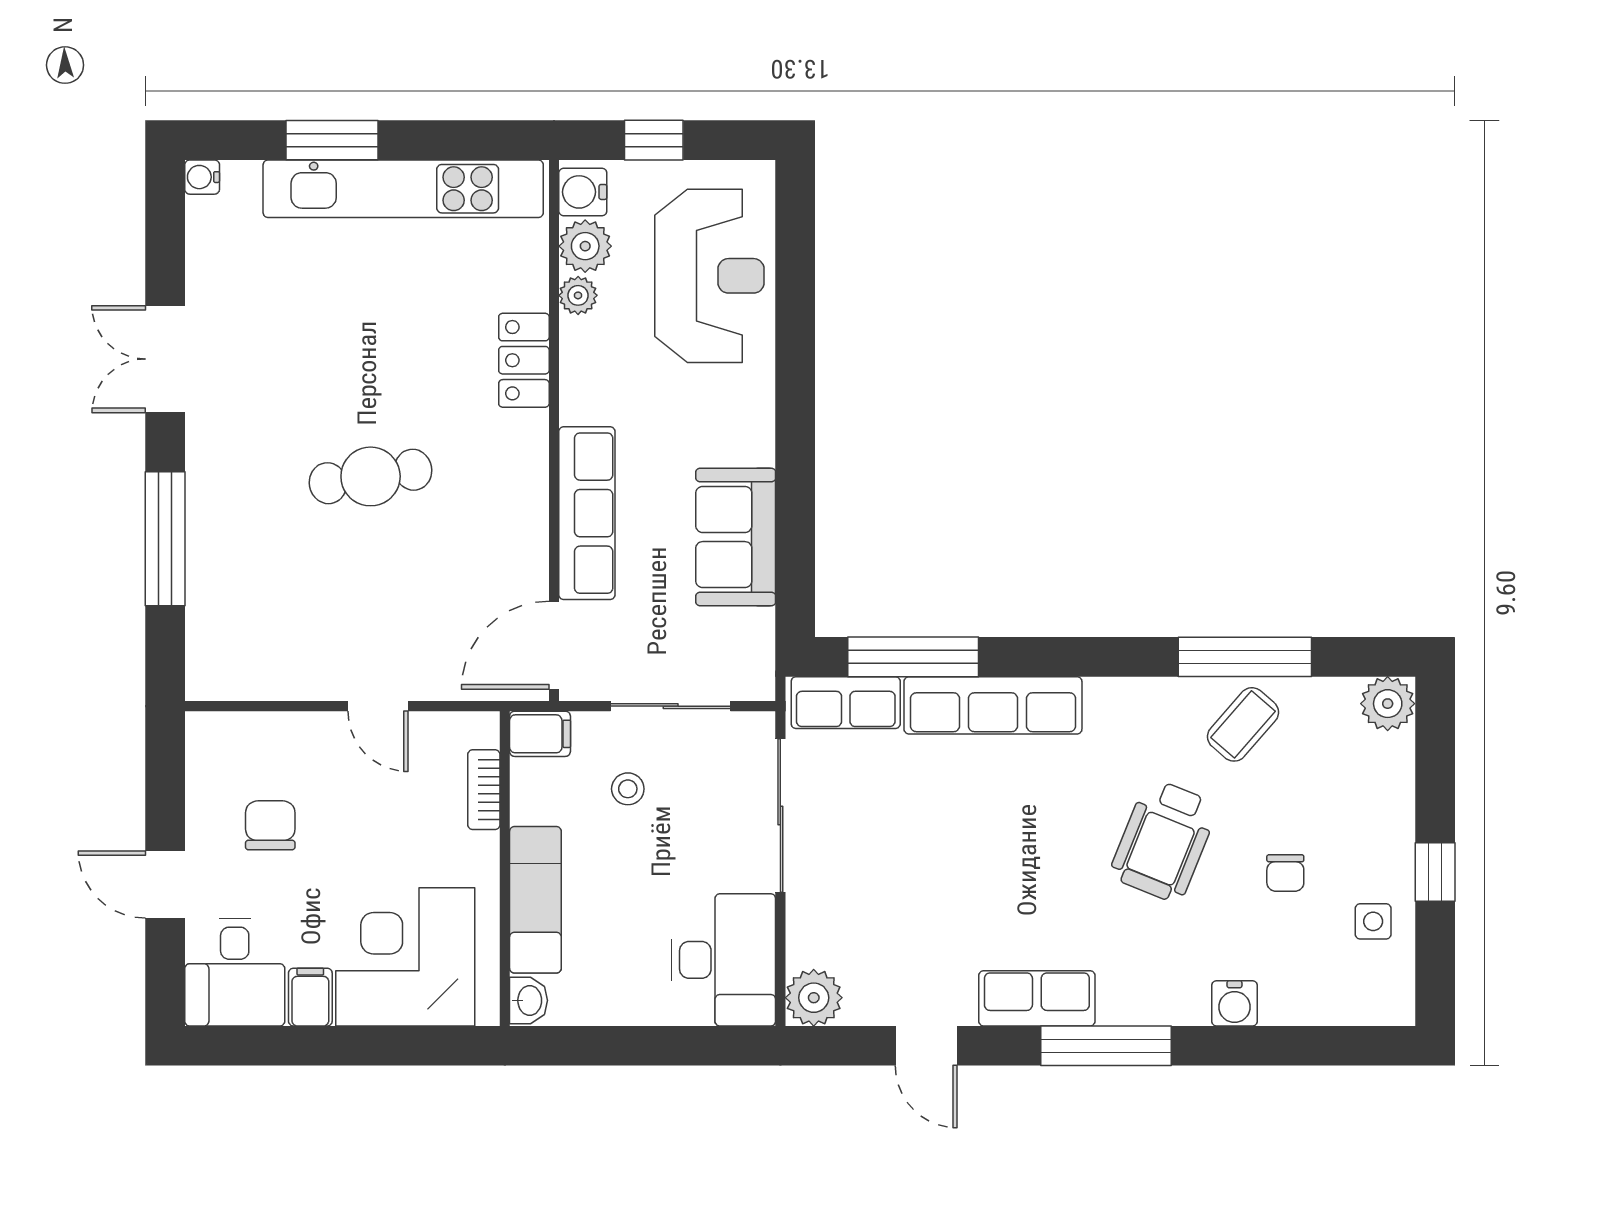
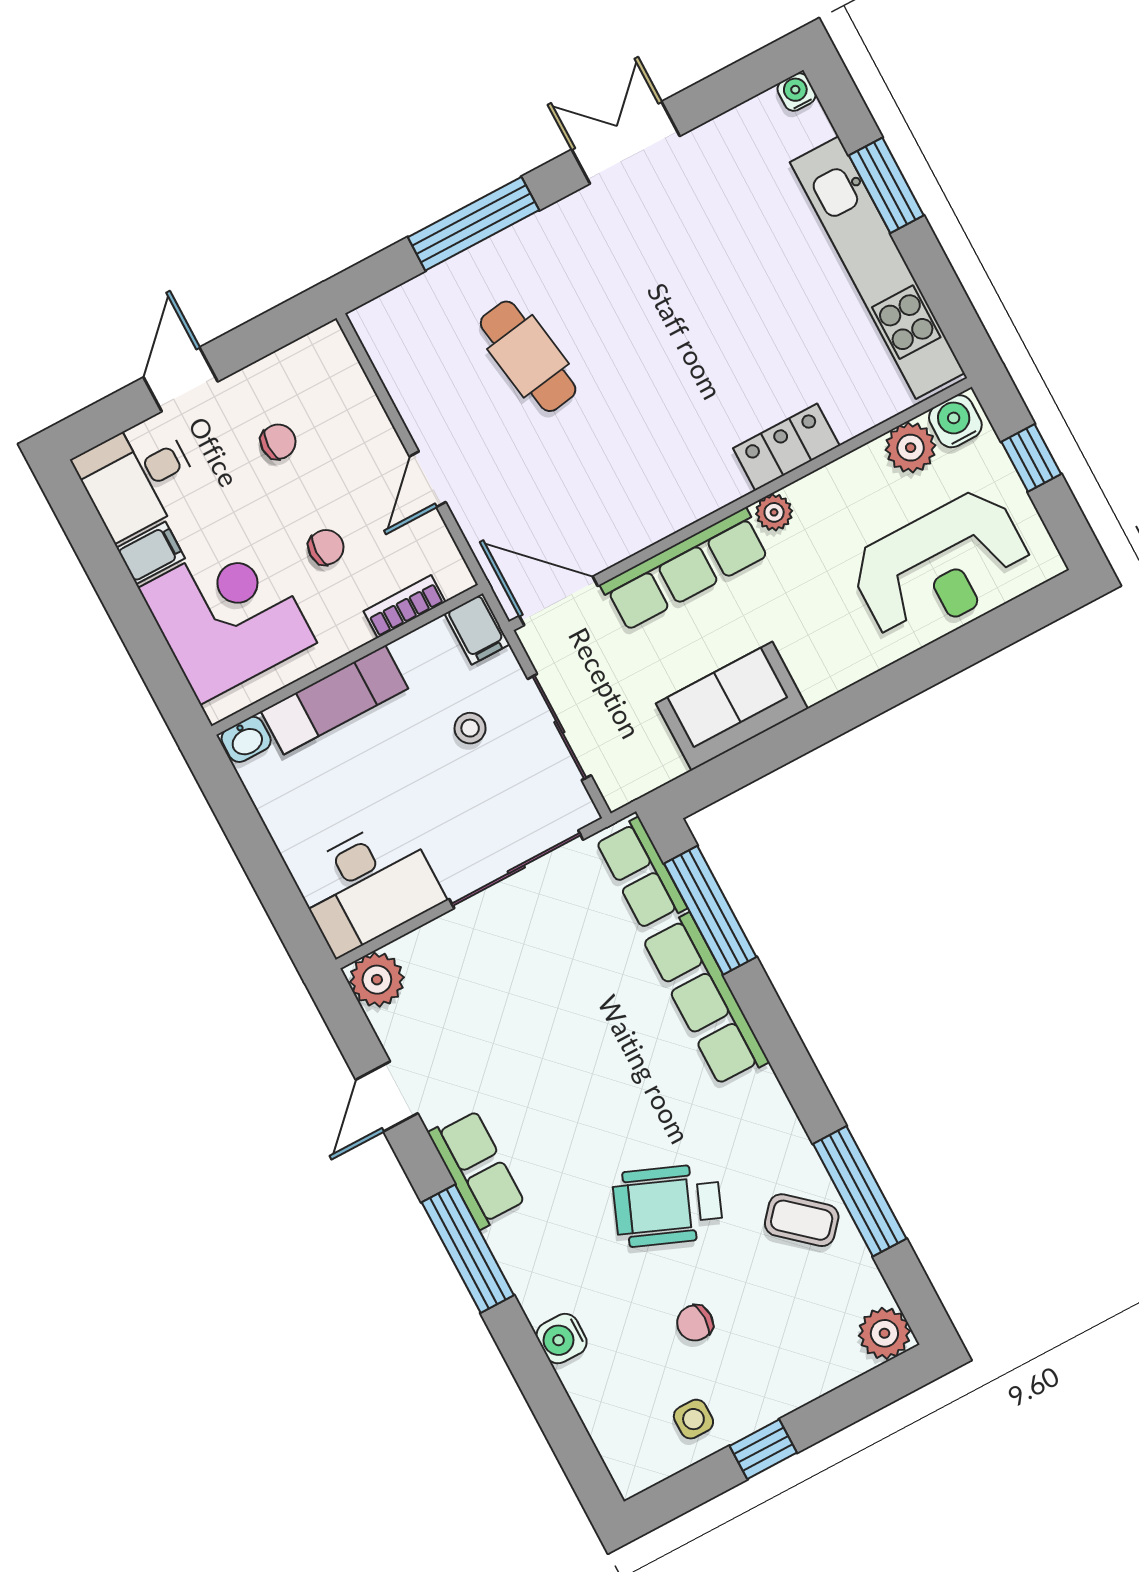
plant: (578, 295) -> (774, 512), moved
cafe table: (371, 476) -> (528, 356), moved
chair: (270, 825) -> (278, 442), width x0.73, depth x0.73
chair: (391, 833) -> (326, 547), added

